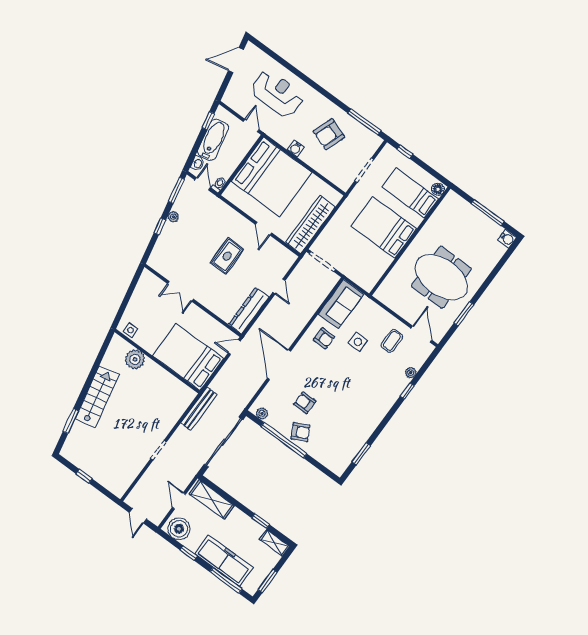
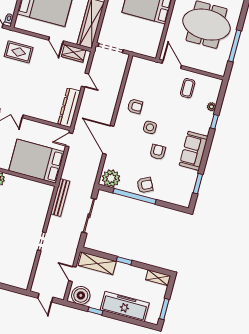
wardrobe: (278, 251) -> (74, 53), added
rug: (227, 256) -> (19, 52), moved, turned 90
sofa: (341, 304) -> (194, 151), moved, turned 180
window: (464, 314) -> (235, 46), width x1.44
door: (421, 334) -> (172, 64), moved
side table: (358, 342) -> (150, 127), moved
armchair: (305, 403) -> (158, 152), moved, turned 90
plant: (262, 413) -> (111, 178), width x1.88, depth x1.88
sliding door: (223, 442) -> (89, 216), width x0.73
window: (261, 521) -> (124, 261), moved
window: (226, 580) -> (132, 321), removed

